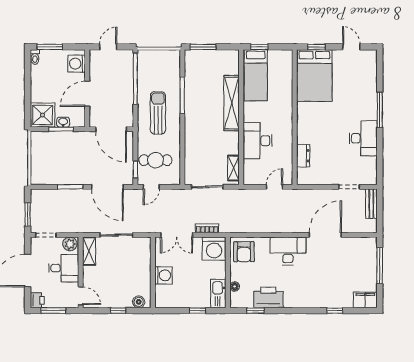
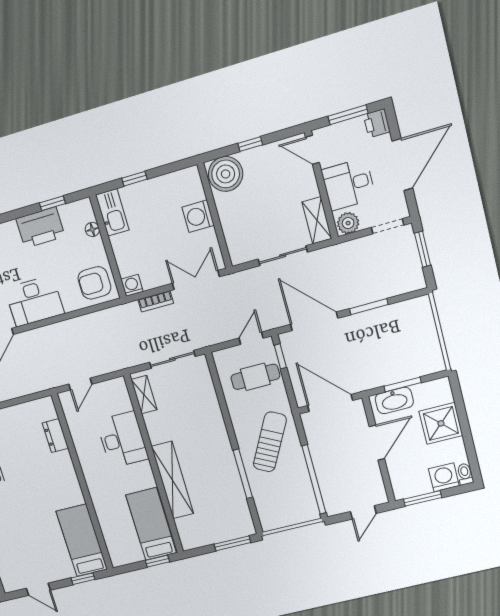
window: (50, 47) -> (423, 498), moved
washing machine: (77, 64) -> (444, 477), moved, turned -90
bed: (314, 76) -> (82, 540), width x0.67
sun lounger: (158, 113) -> (270, 442), turned -152
shower: (43, 115) -> (441, 423), moved
washbasin: (63, 122) -> (394, 400), width x1.91, depth x1.45
washing machine: (214, 249) -> (132, 285), width x0.53, depth x0.53
armchair: (244, 252) -> (94, 283), turned -90
boiler: (139, 302) -> (226, 174), width x1.86, depth x1.86

